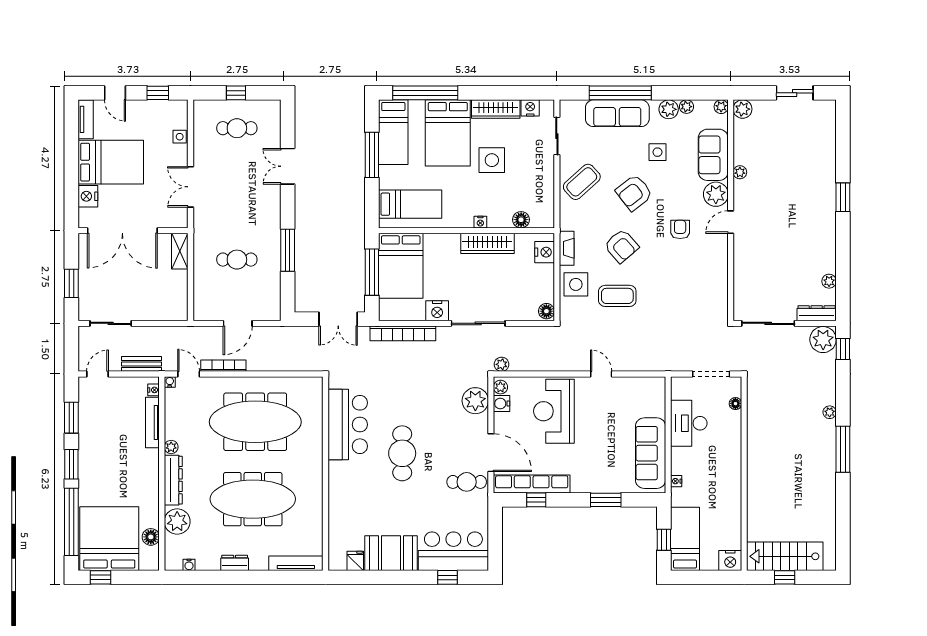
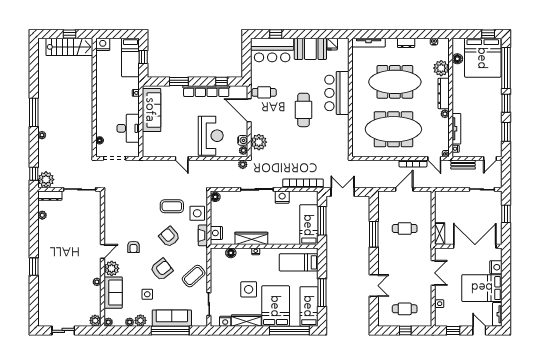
bed: (401, 266) -> (309, 225), width x0.67
bar counter: (348, 424) -> (337, 93), moved
row of seats: (532, 484) -> (206, 91), moved

